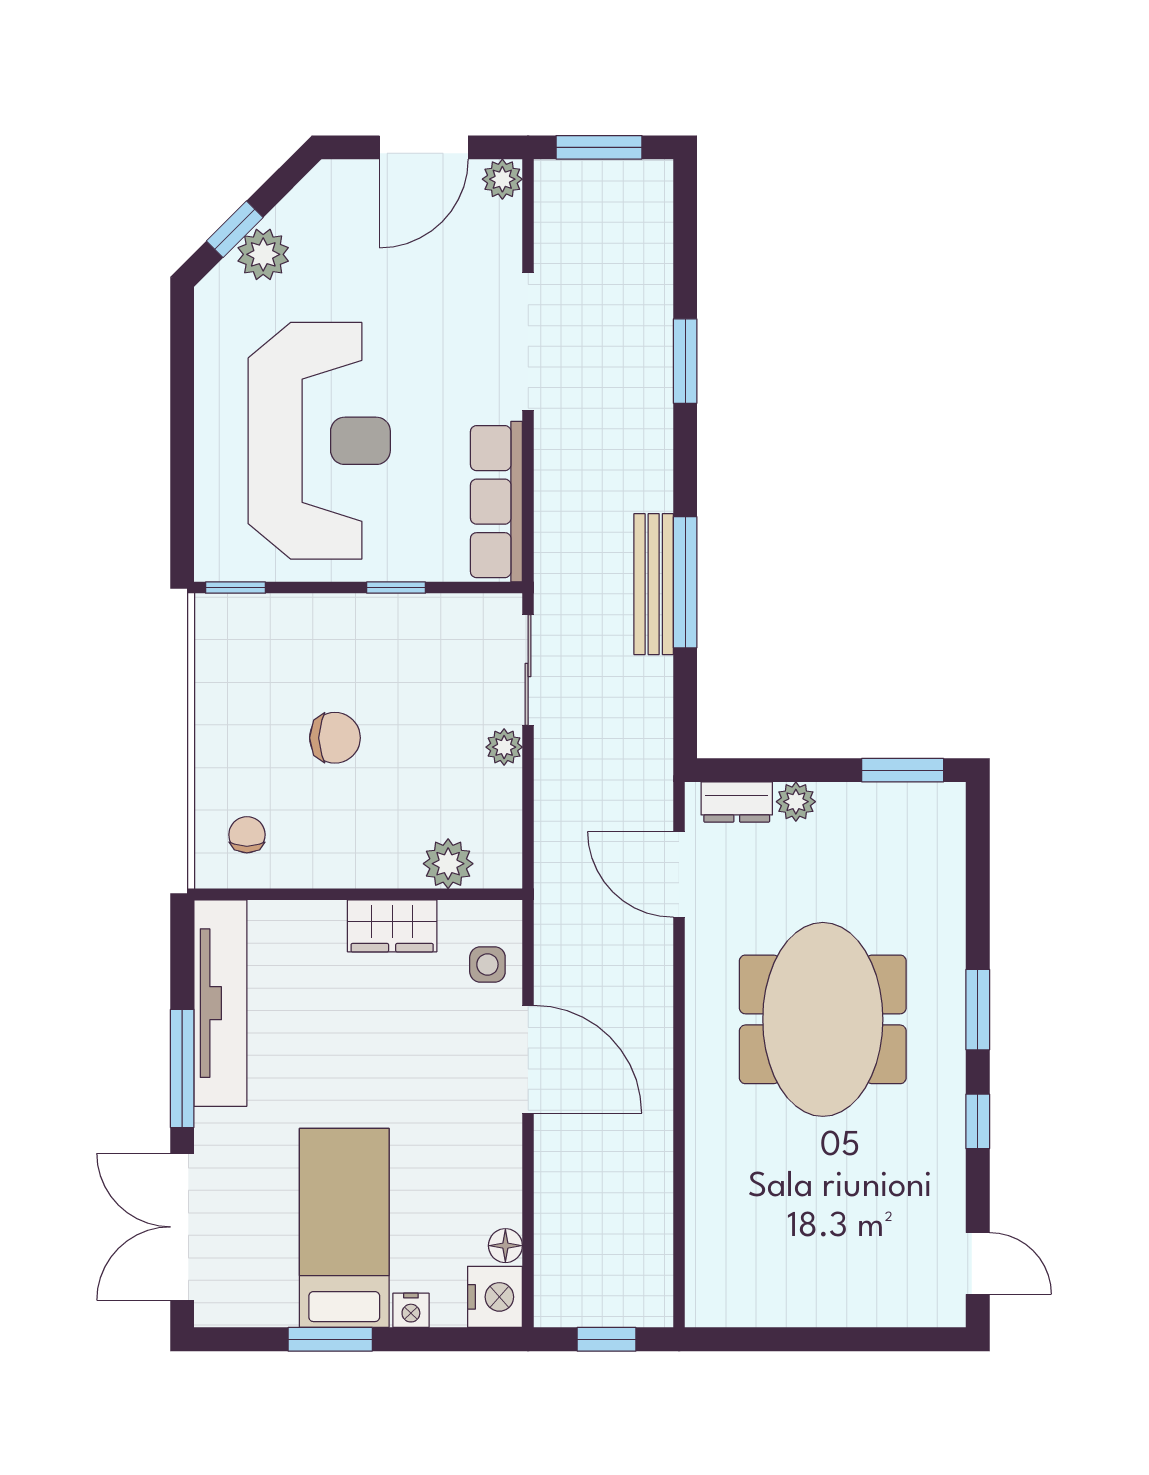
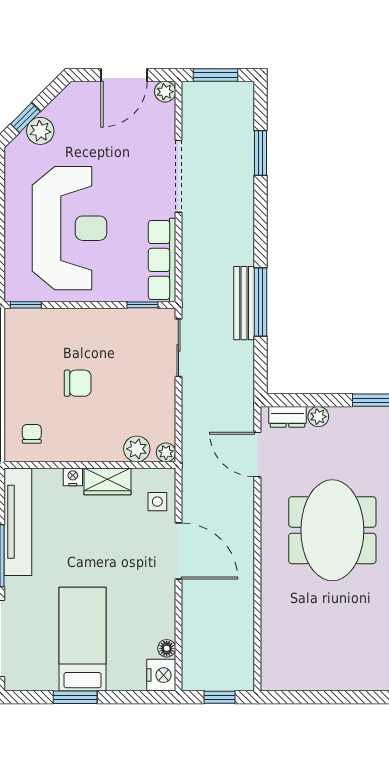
window: (685, 361) -> (261, 153), moved
window: (396, 588) -> (143, 305), moved
plant: (504, 747) -> (166, 452), moved
nightstand: (411, 1310) -> (73, 477), moved, turned 180

